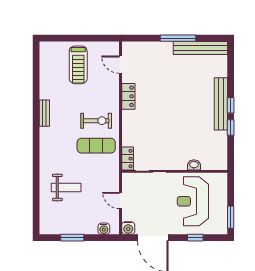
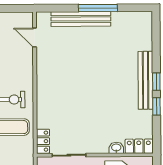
bench: (200, 48) -> (81, 19), moved
locker: (128, 96) -> (139, 146), moved, turned -90

